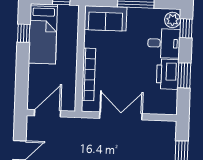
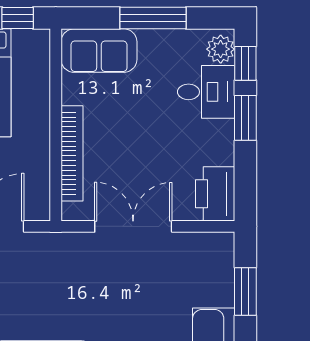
printer: (168, 74) -> (215, 194), moved
window: (184, 75) -> (245, 118), moved

